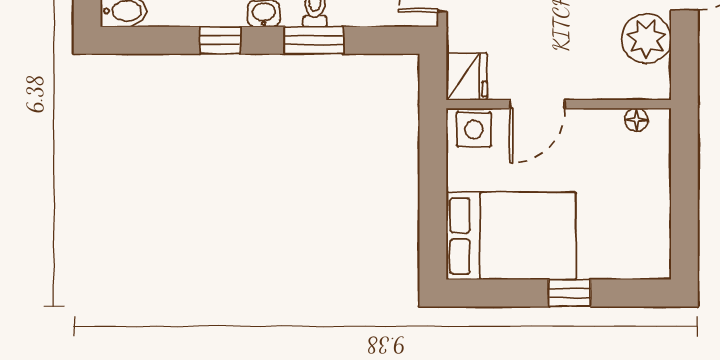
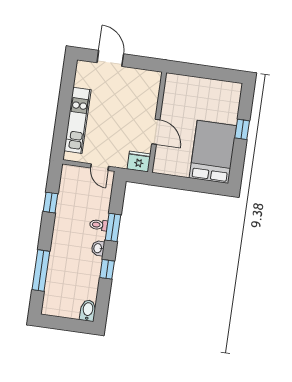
plant: (646, 39) -> (133, 79), removed
floor lamp: (636, 120) -> (169, 89), removed
side table: (474, 130) -> (163, 162), removed

